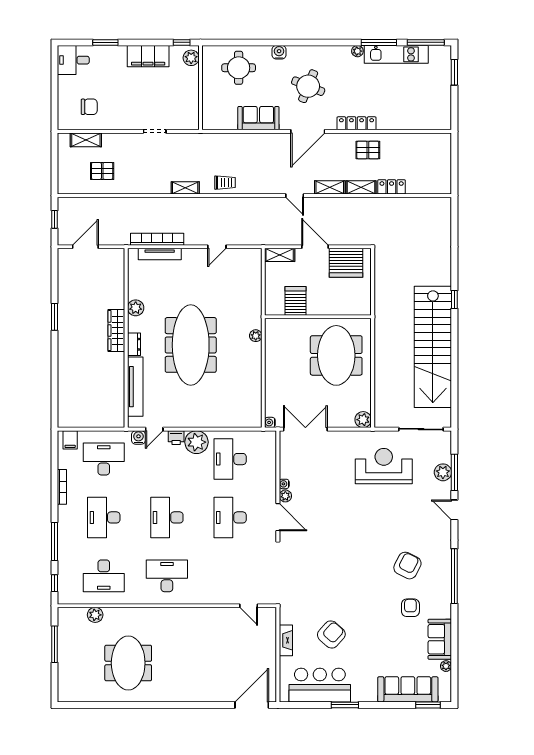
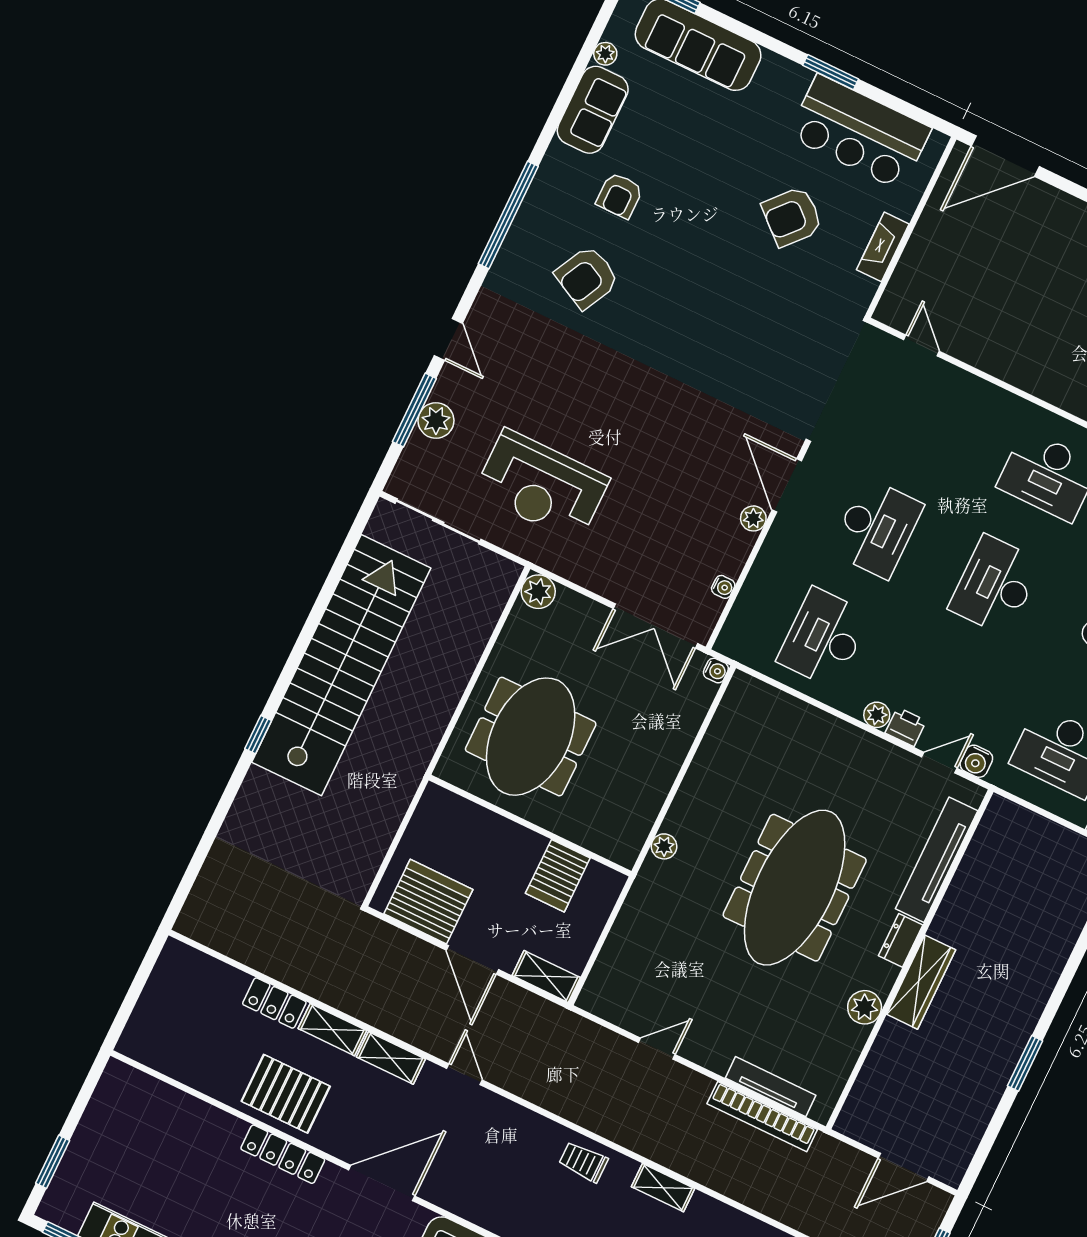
pallet: (368, 150) -> (286, 1094), width x1.50, depth x1.42
plant: (197, 442) -> (877, 715), width x0.53, depth x0.53
desk: (230, 459) -> (824, 638), turned 180
water cooler: (284, 484) -> (723, 587), moved
desk: (167, 517) -> (995, 585), turned 180

